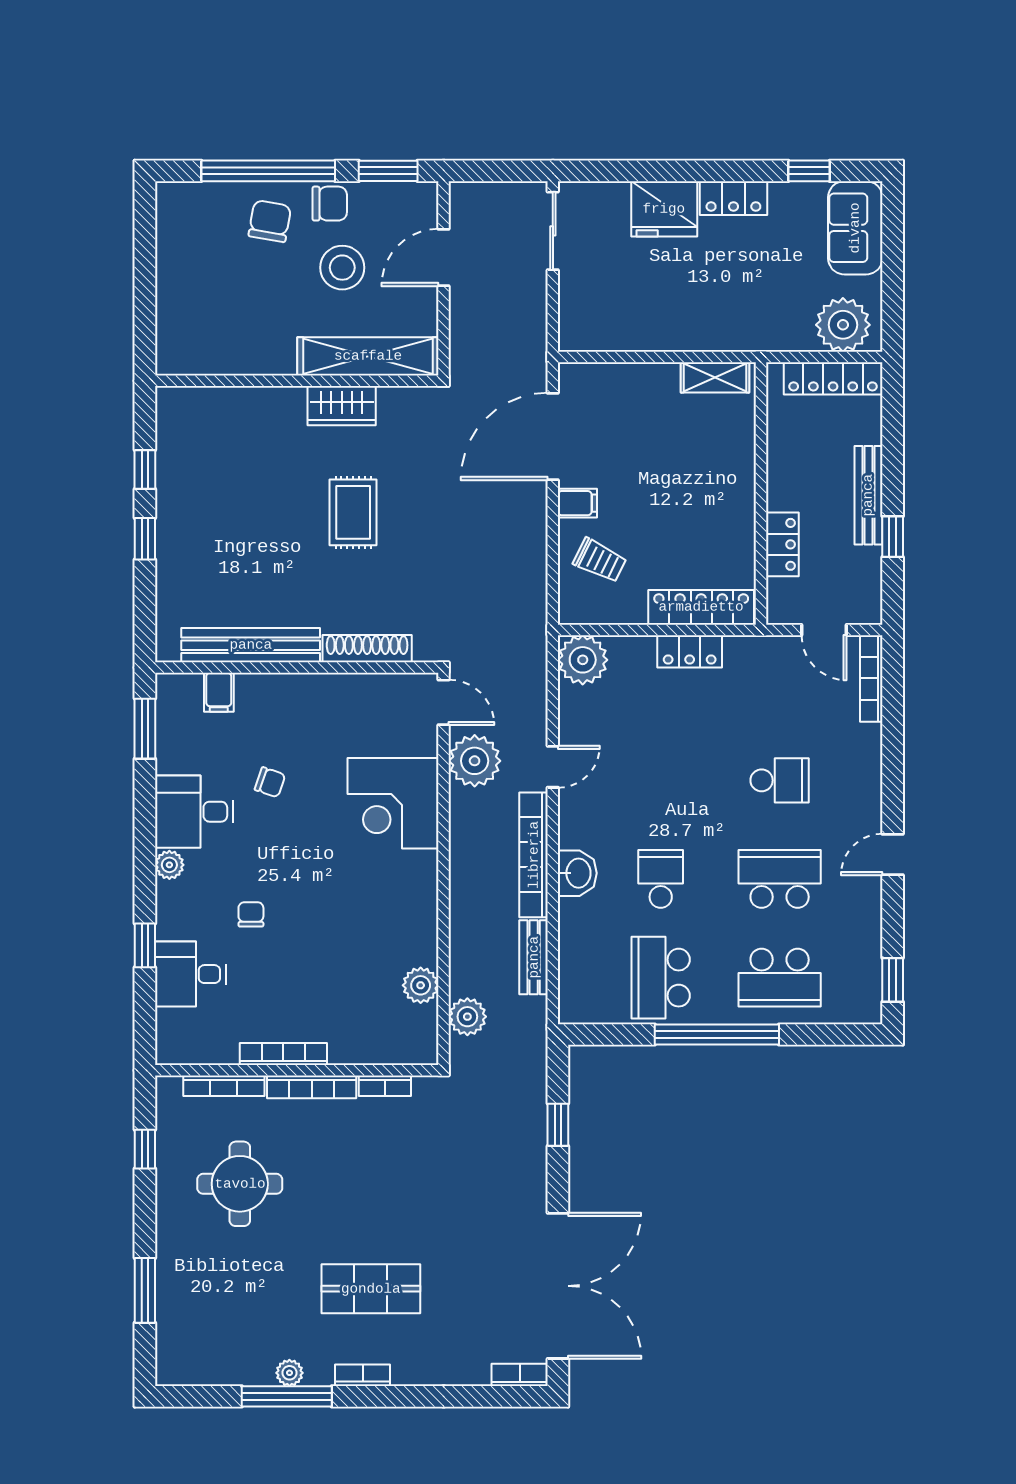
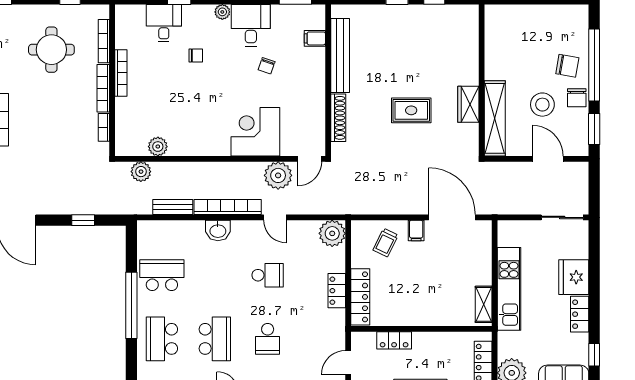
kitchen unit: (686, 330) -> (509, 289), added
school desk: (661, 879) -> (268, 275), moved

